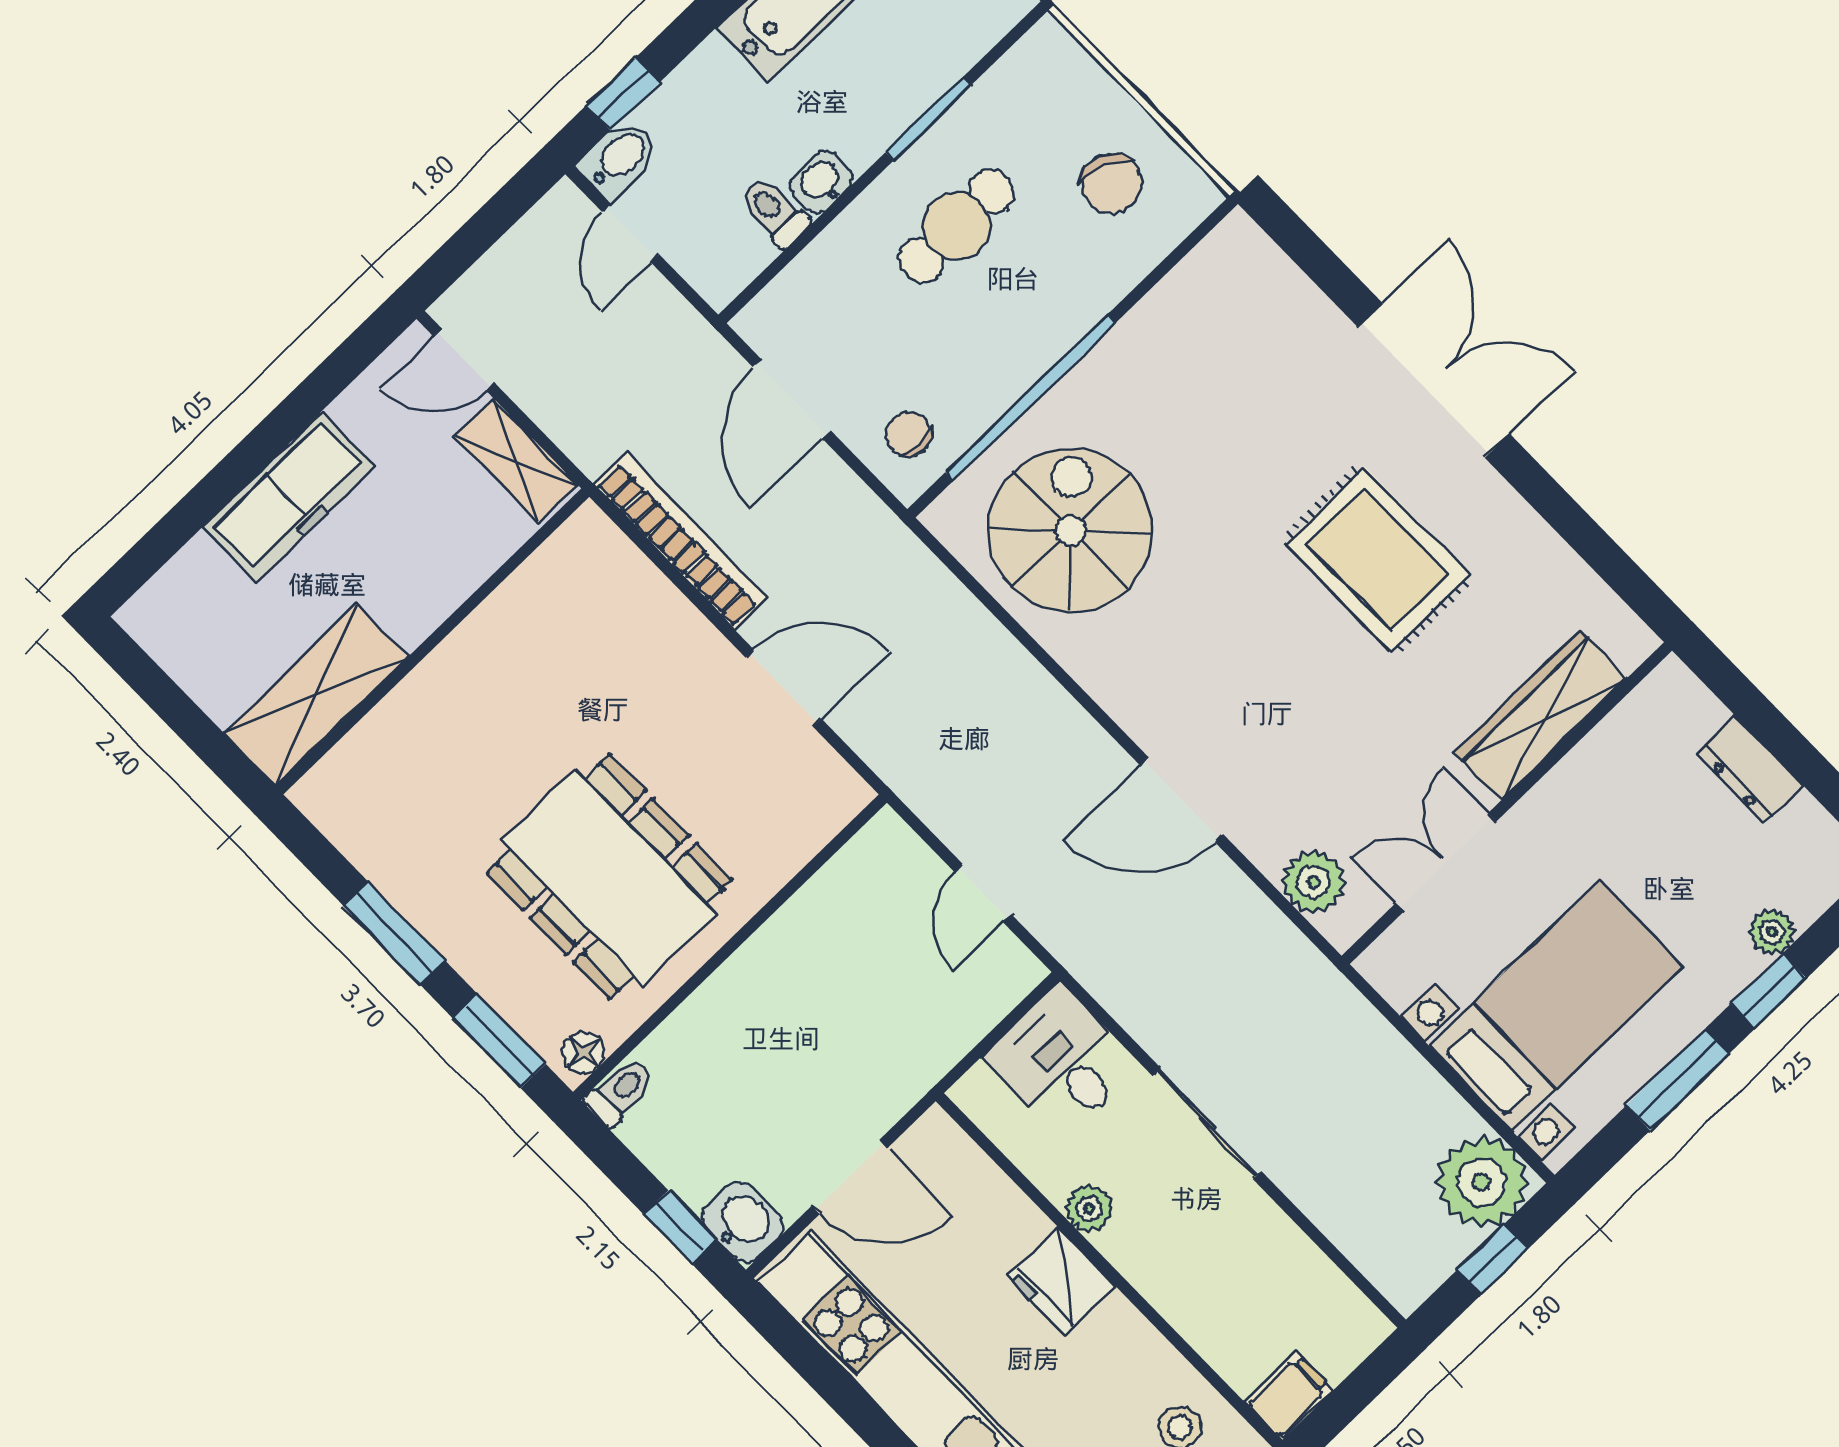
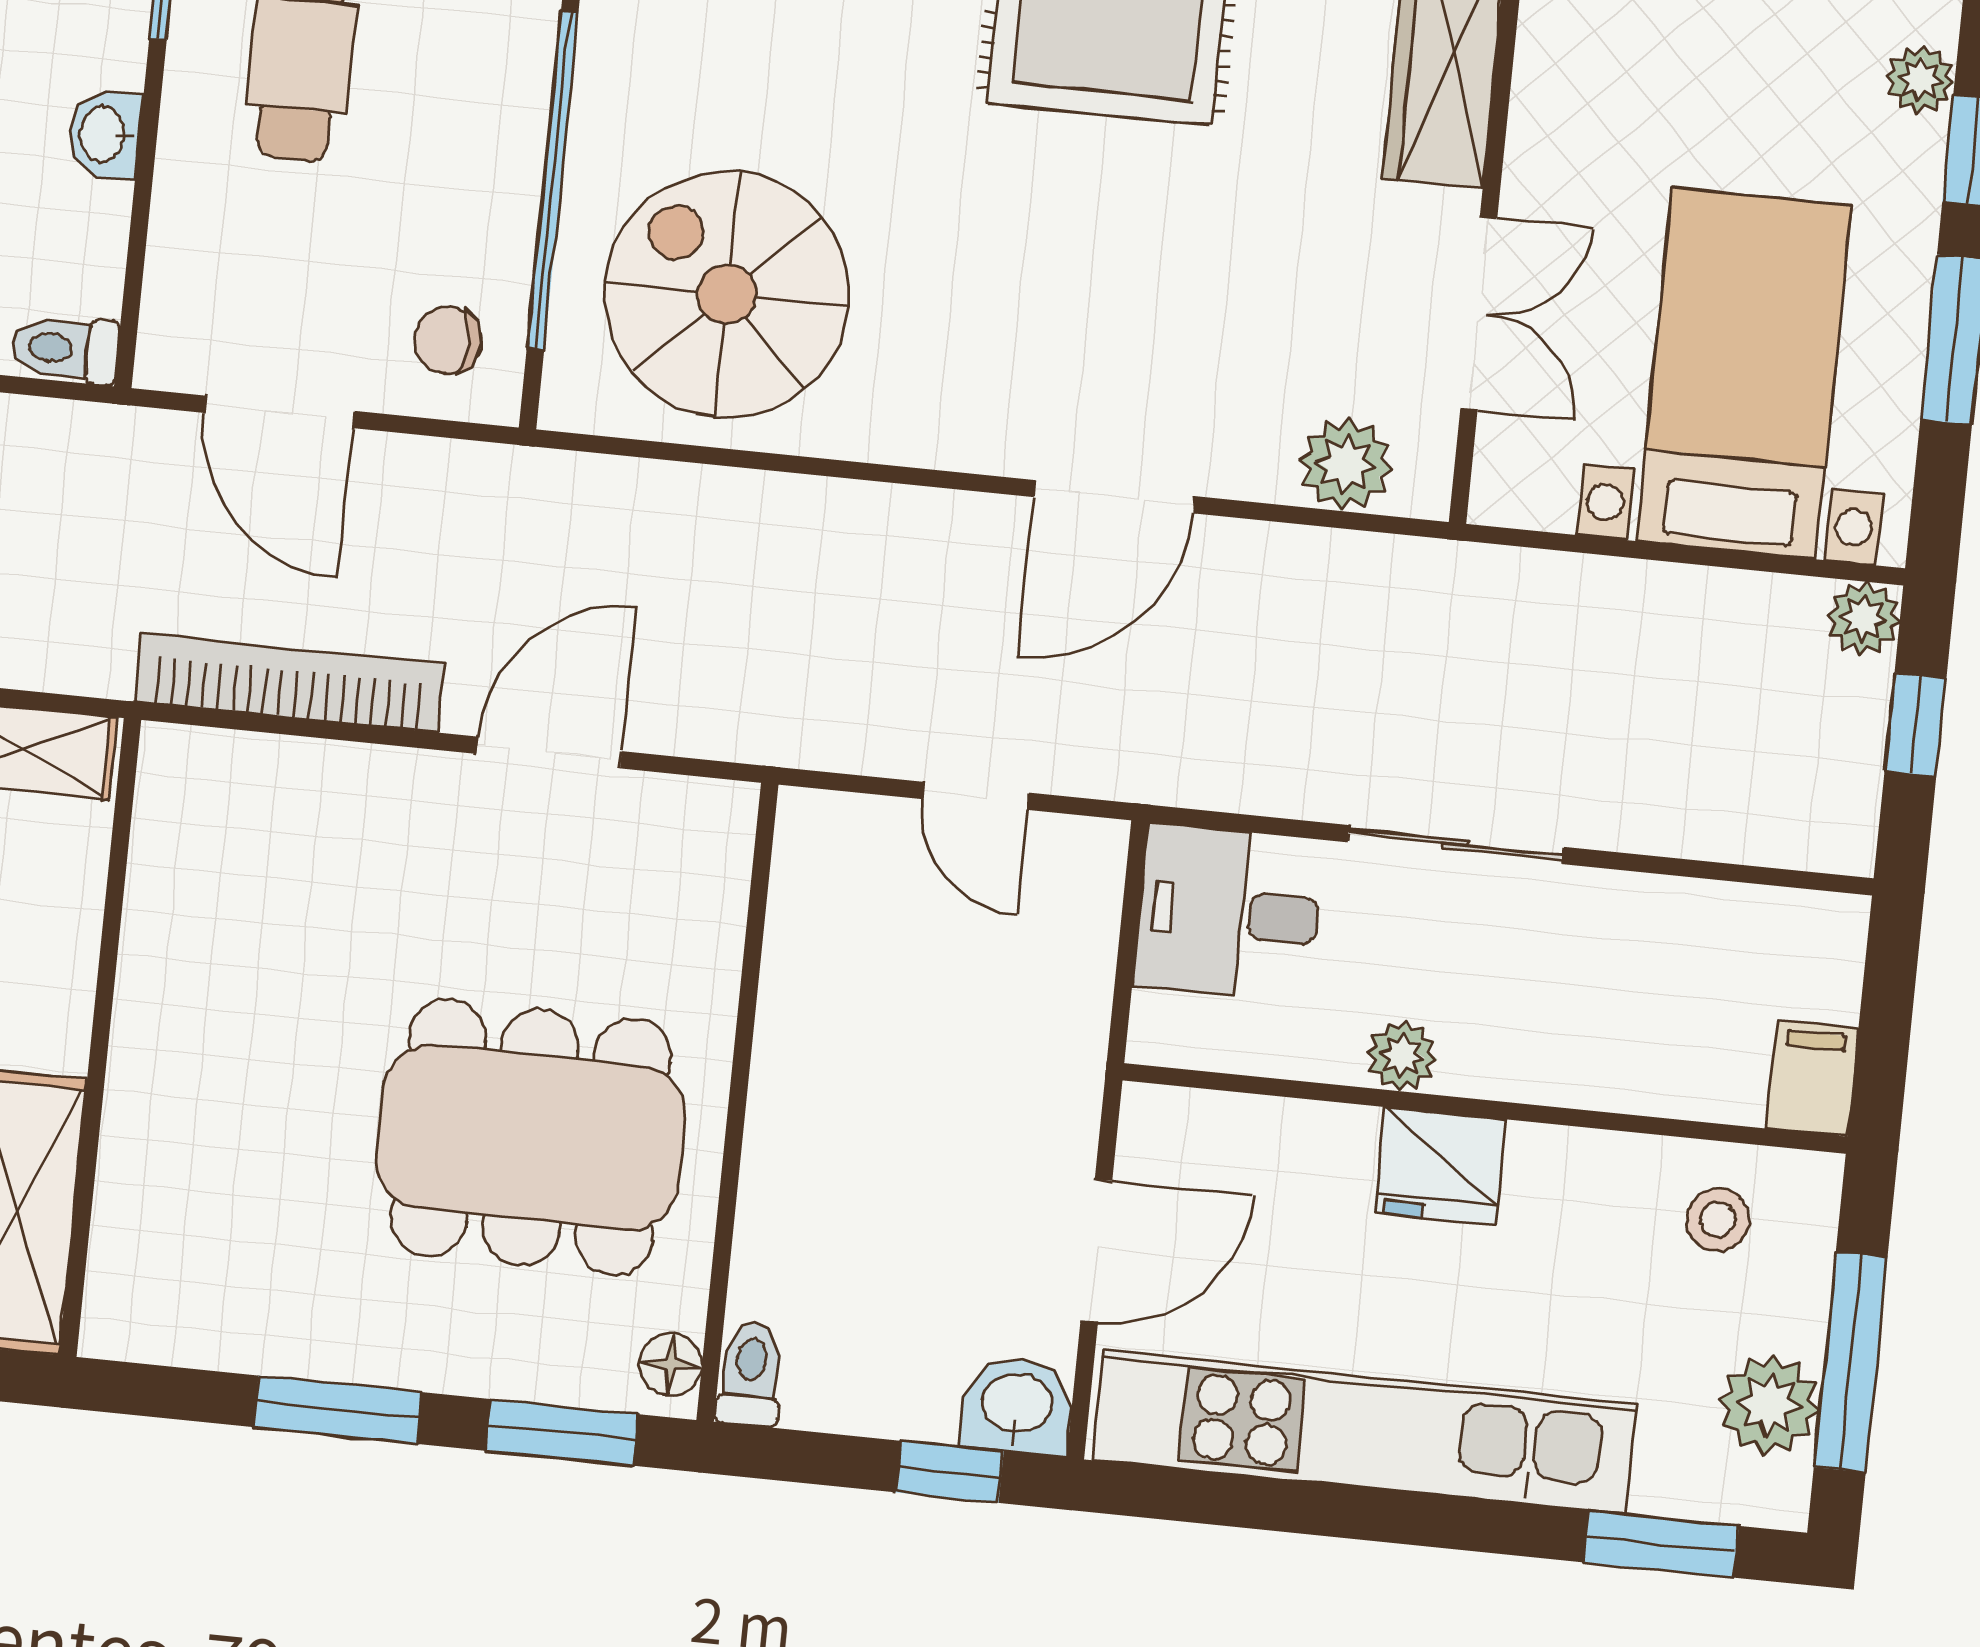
toilet: (774, 212) -> (65, 349), moved
double door: (1446, 862) -> (1479, 314), swing flipped
plant: (1482, 1182) -> (1863, 618), width x0.53, depth x0.53

